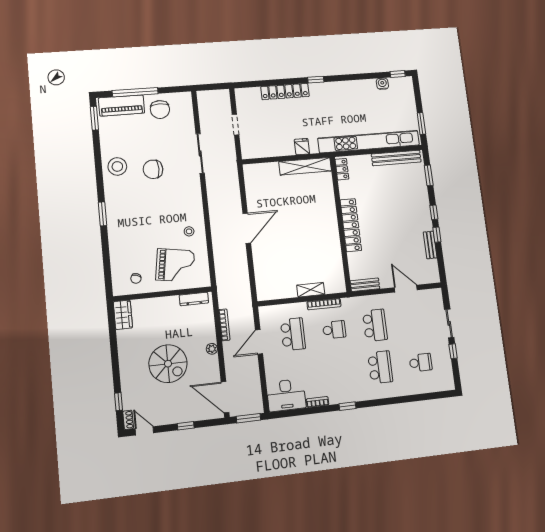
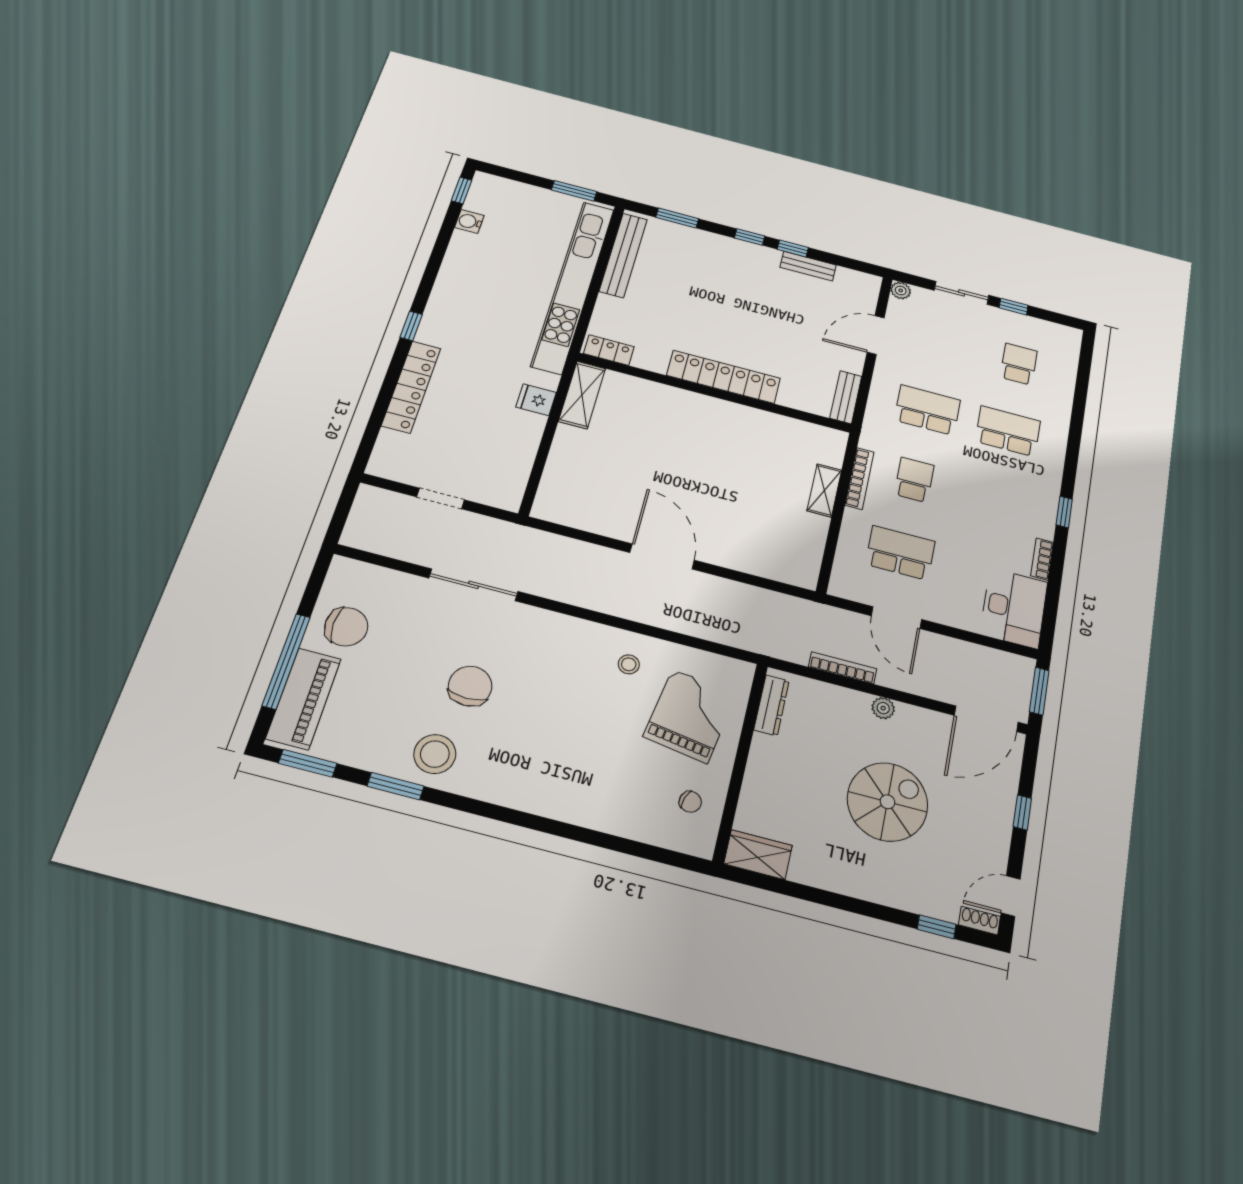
shelving: (305, 166) -> (582, 395), width x0.68
chair: (153, 169) -> (470, 686), turned 180
window: (102, 214) -> (396, 786), moved
plant: (437, 293) -> (901, 290), added

